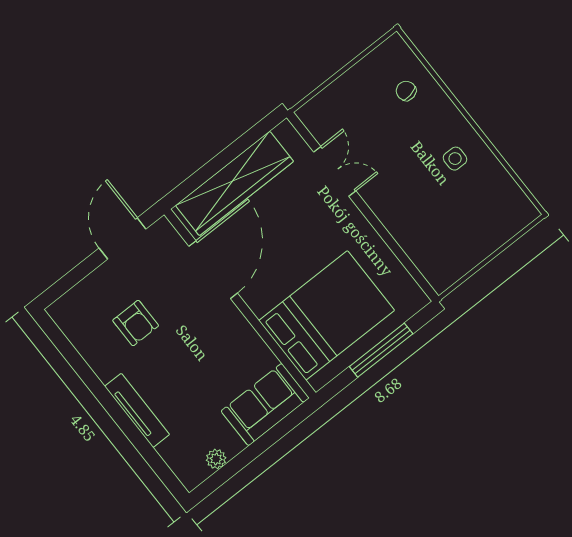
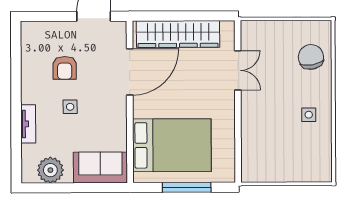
chair: (406, 91) -> (311, 57), width x1.87, depth x1.87
side table: (177, 362) -> (70, 107), added
tv unit: (137, 410) -> (28, 124), width x0.71
plant: (216, 459) -> (50, 170), width x1.88, depth x1.88

